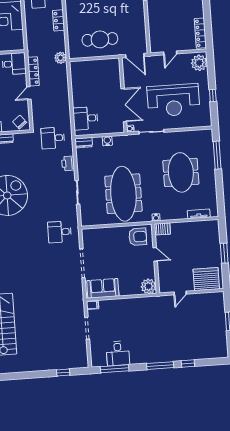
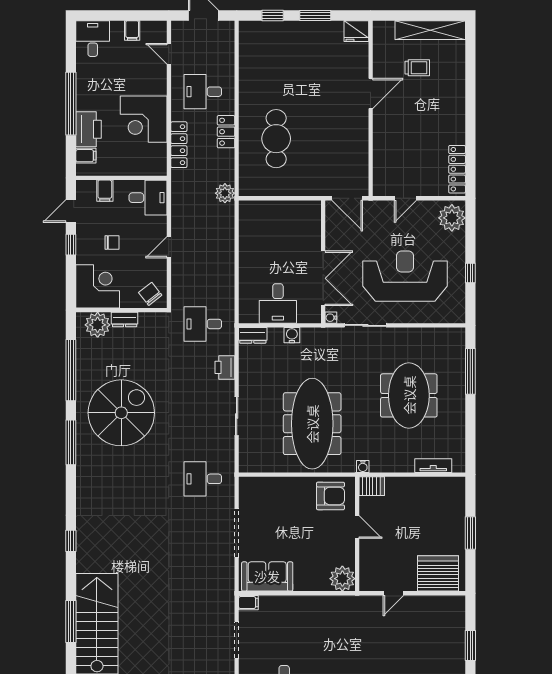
cafe table: (100, 39) -> (276, 139), moved, turned 90
locker: (33, 71) -> (179, 145), moved
reception desk: (173, 100) -> (405, 276), turned 180
desk: (85, 118) -> (278, 303), moved, turned -90

